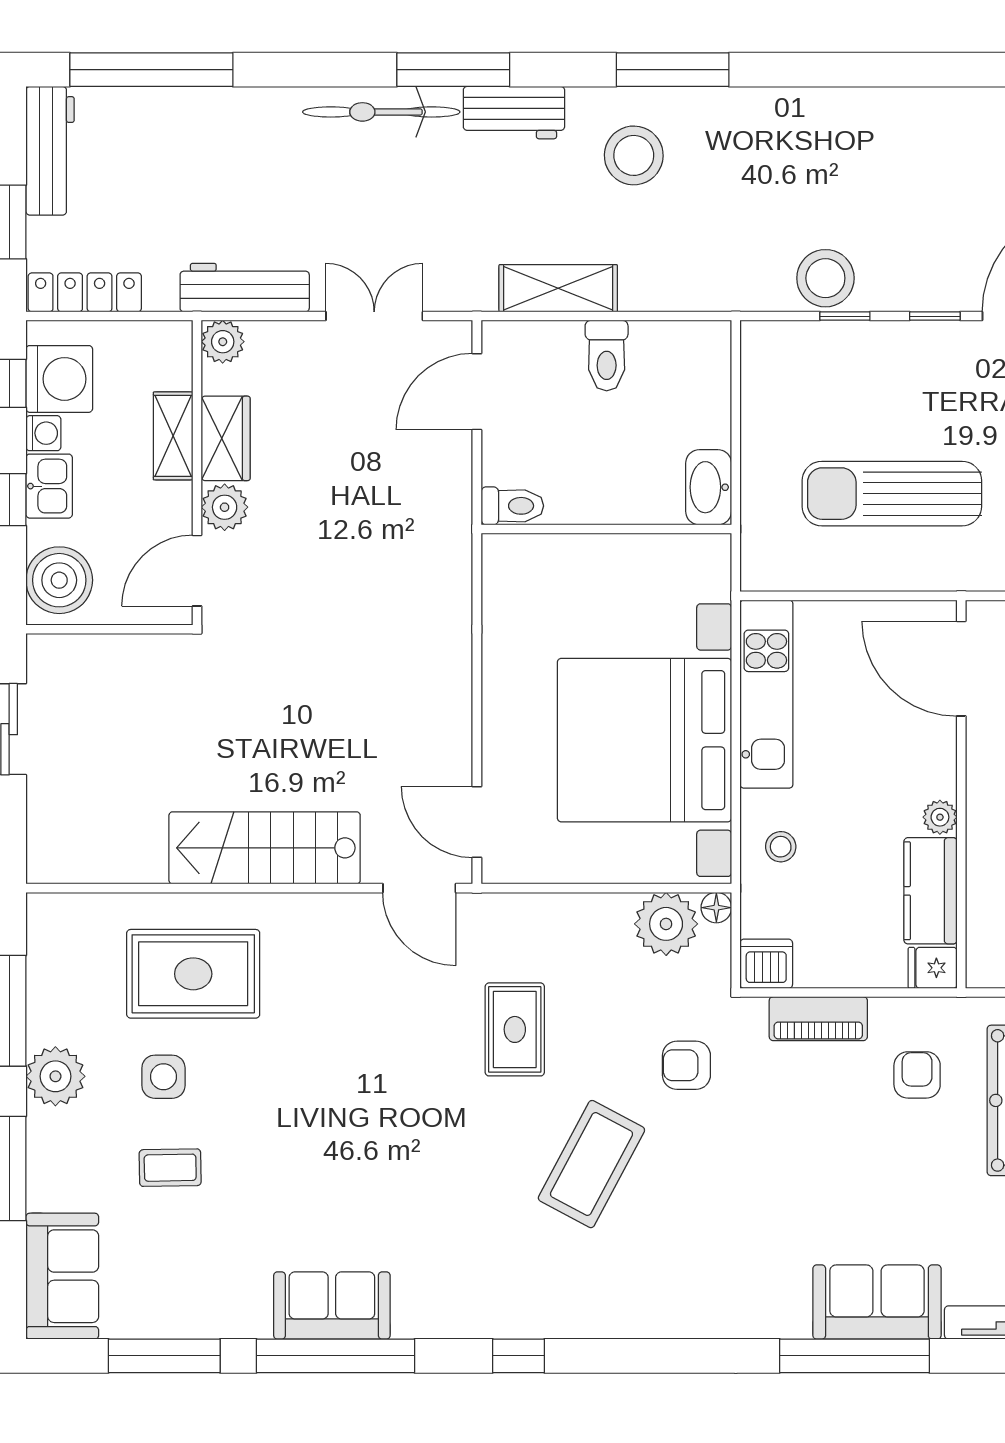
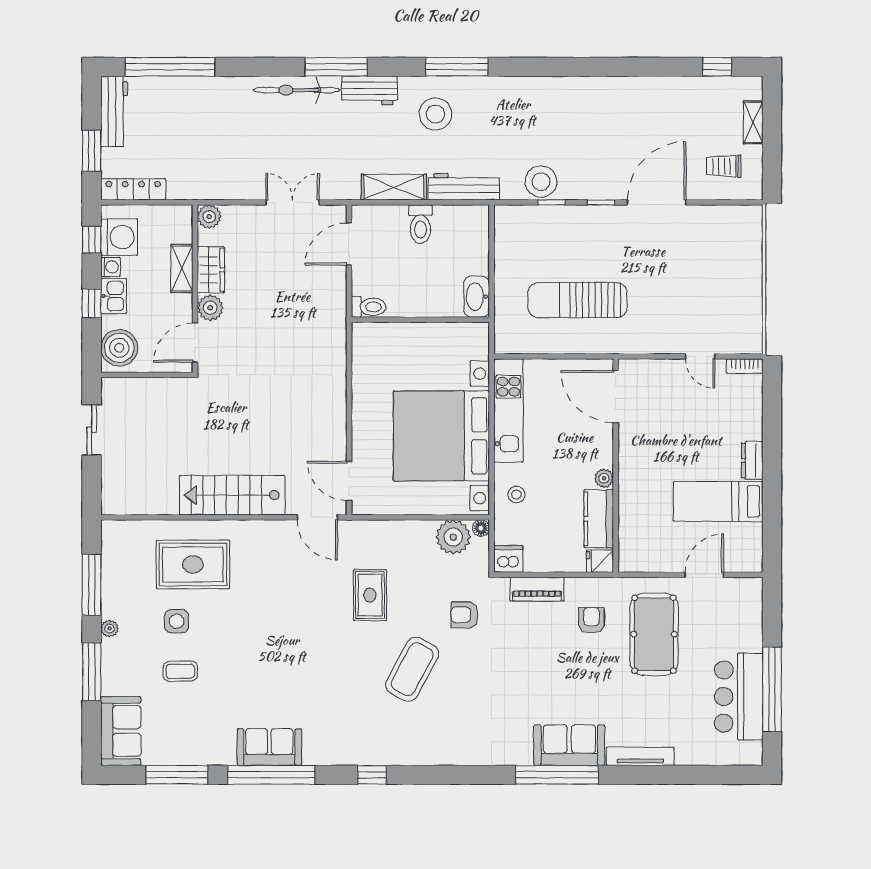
workbench: (245, 288) -> (464, 187), moved
plant: (55, 1076) -> (110, 629), width x0.53, depth x0.53

